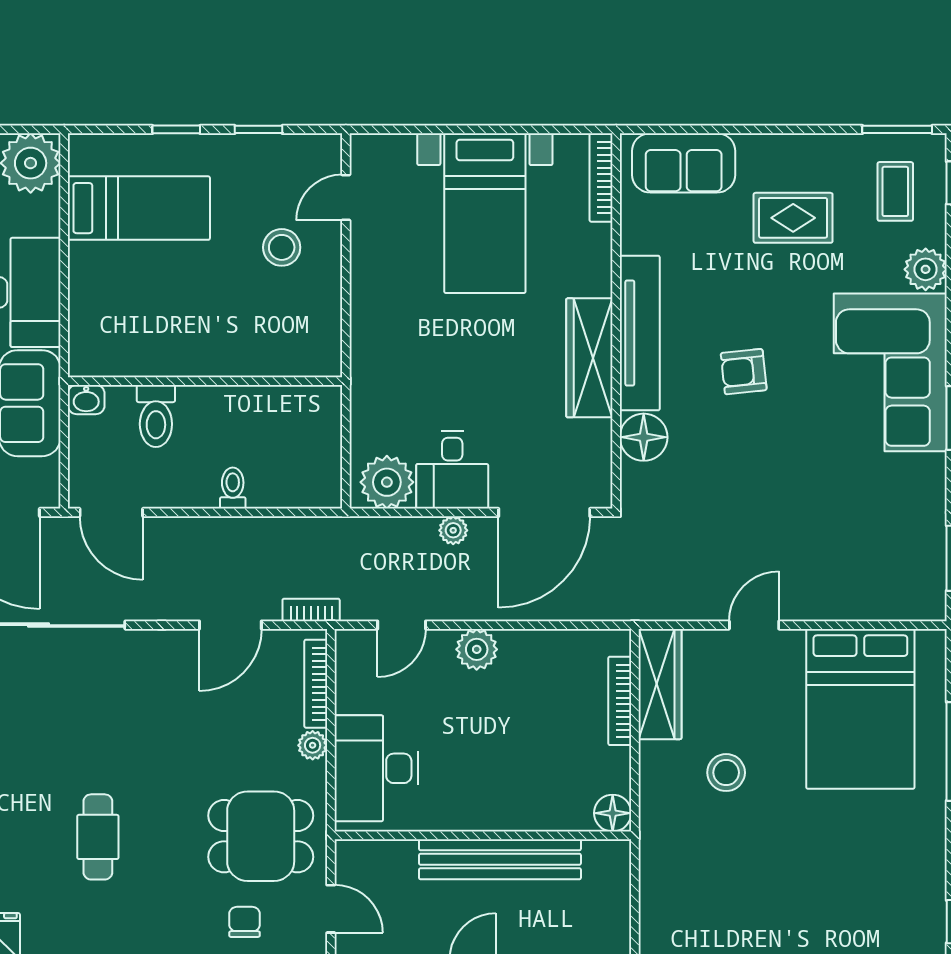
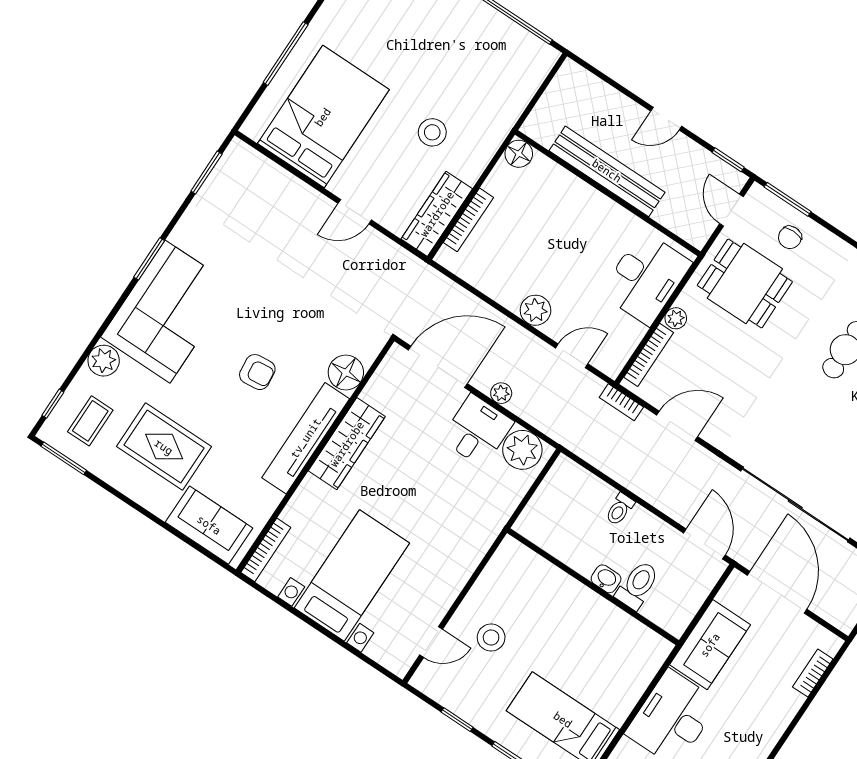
rug: (793, 218) -> (164, 447), width x1.36, depth x1.43
washbasin: (86, 400) -> (606, 579), moved

